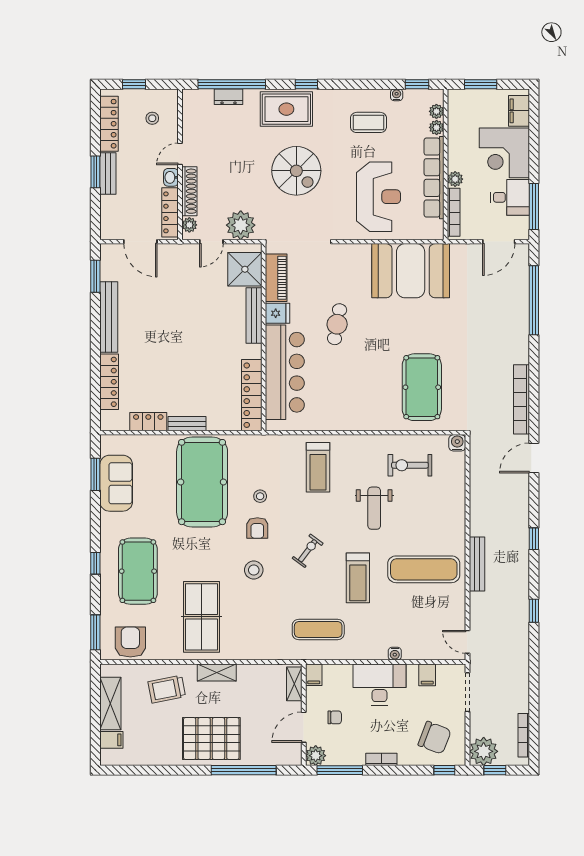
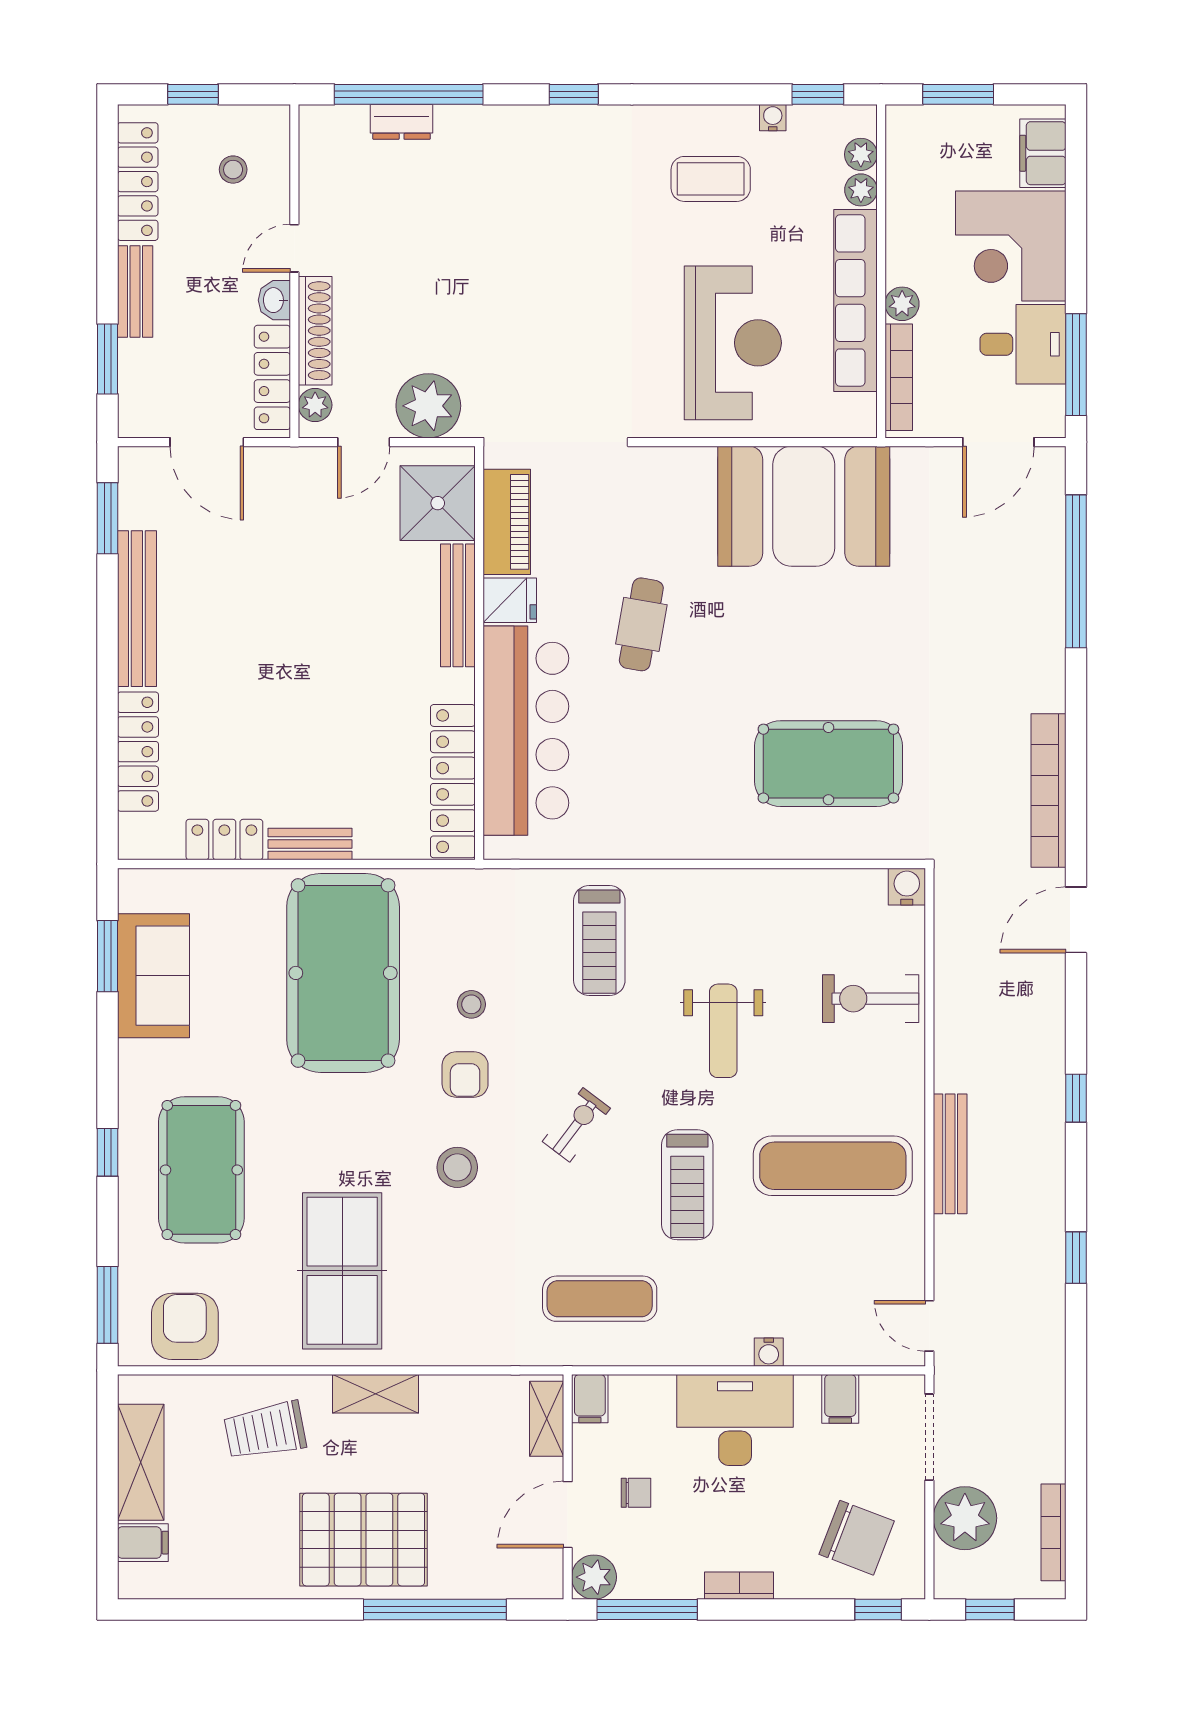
rug: (286, 109) -> (529, 149), removed
spiral stairs: (296, 171) -> (551, 286), removed
window: (95, 172) -> (107, 359), moved
pool table: (422, 387) -> (828, 764), turned 90
exercise bike: (410, 465) -> (871, 999), moved
plant: (484, 751) -> (965, 1518), moved

